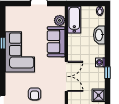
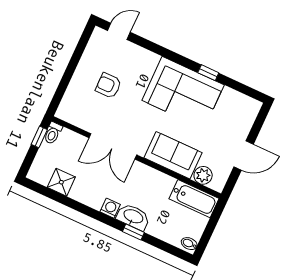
washbasin: (99, 35) -> (133, 217), moved
window: (107, 73) -> (133, 232), moved

